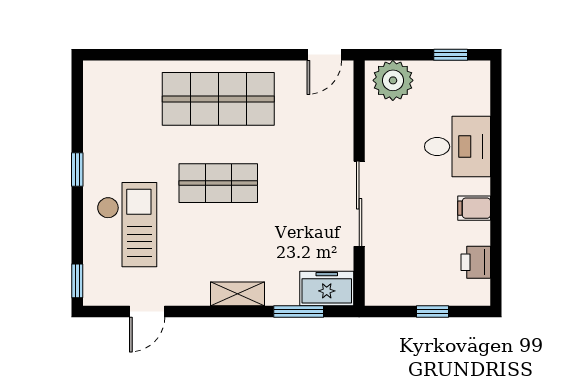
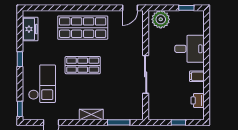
freezer: (327, 288) -> (30, 29), moved, turned 90

